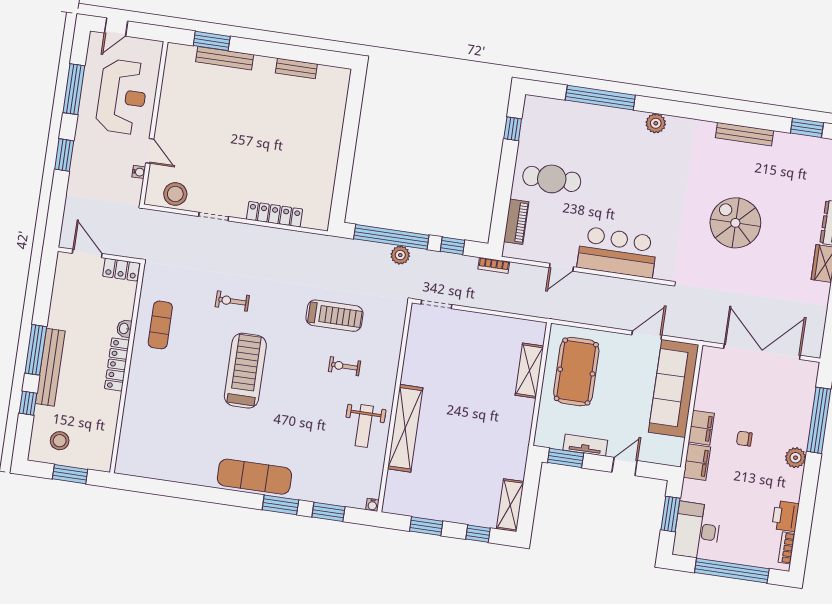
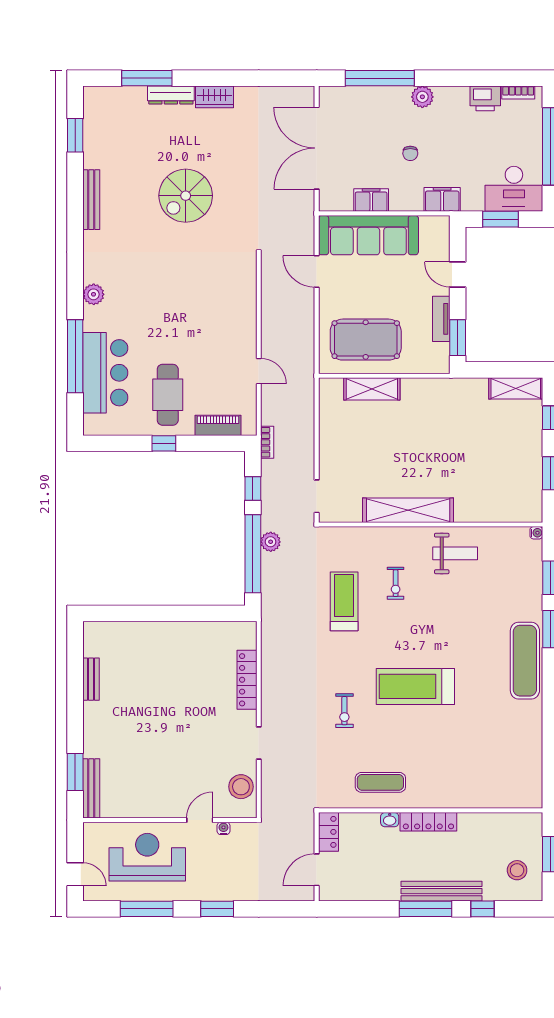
bench: (225, 58) -> (91, 788), moved
window: (513, 129) -> (164, 443), moved
bar counter: (617, 252) -> (105, 373), moved, turned 180
shelving: (405, 428) -> (408, 510), moved
filing cabinet: (701, 428) -> (371, 200), moved

